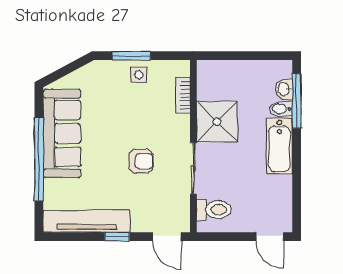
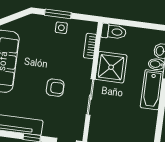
toilet: (214, 210) -> (114, 32), moved

